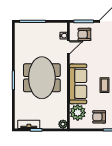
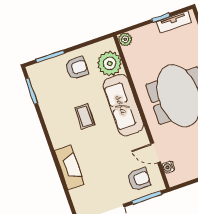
door: (68, 47) -> (156, 153), hinge flipped

